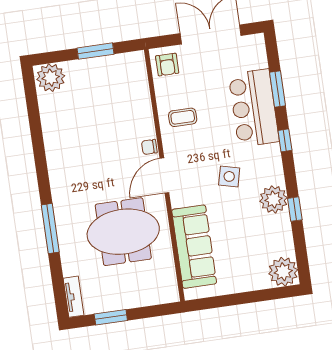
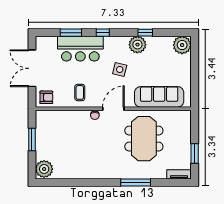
door: (164, 175) -> (113, 109), swing flipped

